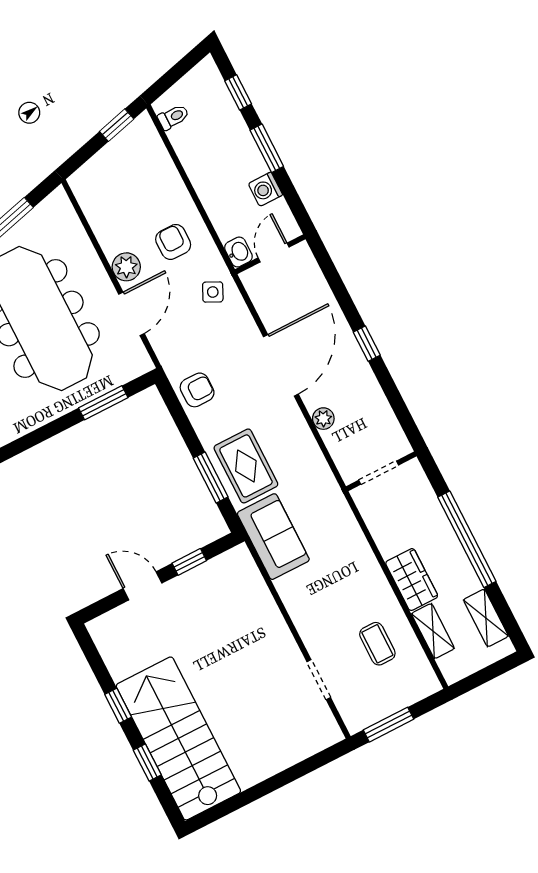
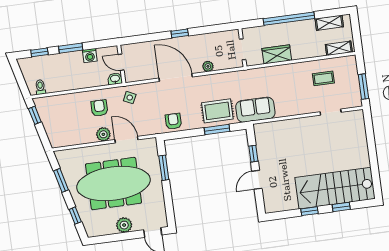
armchair: (173, 242) -> (99, 108), turned 90
wardrobe: (412, 580) -> (277, 54), moved
shelving: (433, 631) -> (339, 48), moved

